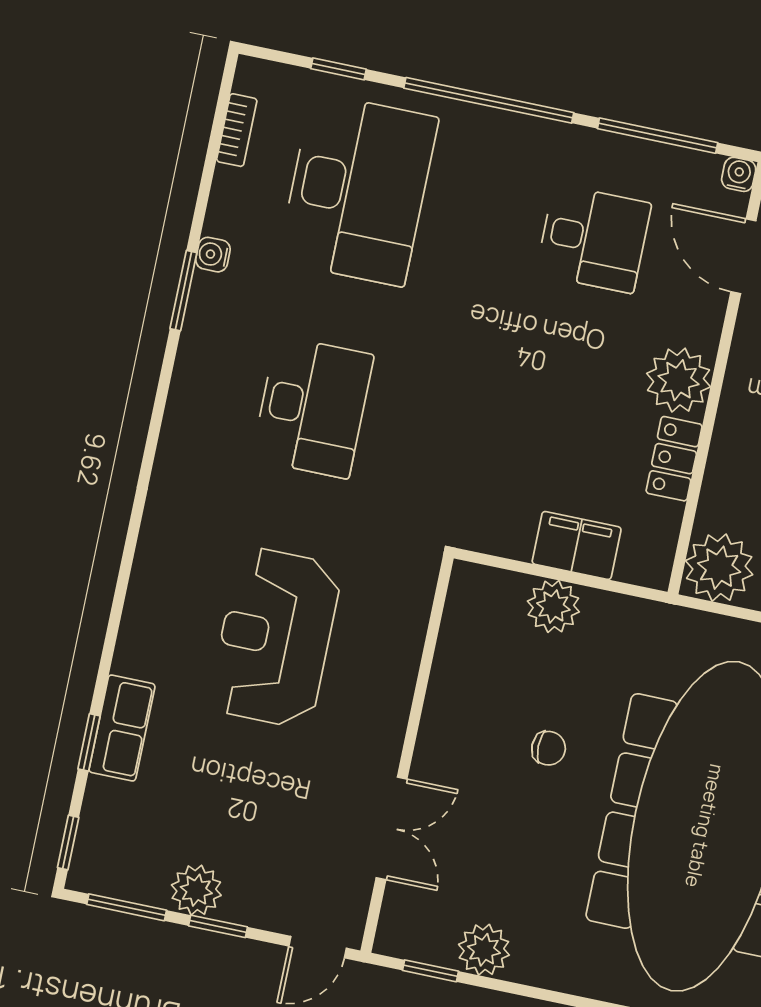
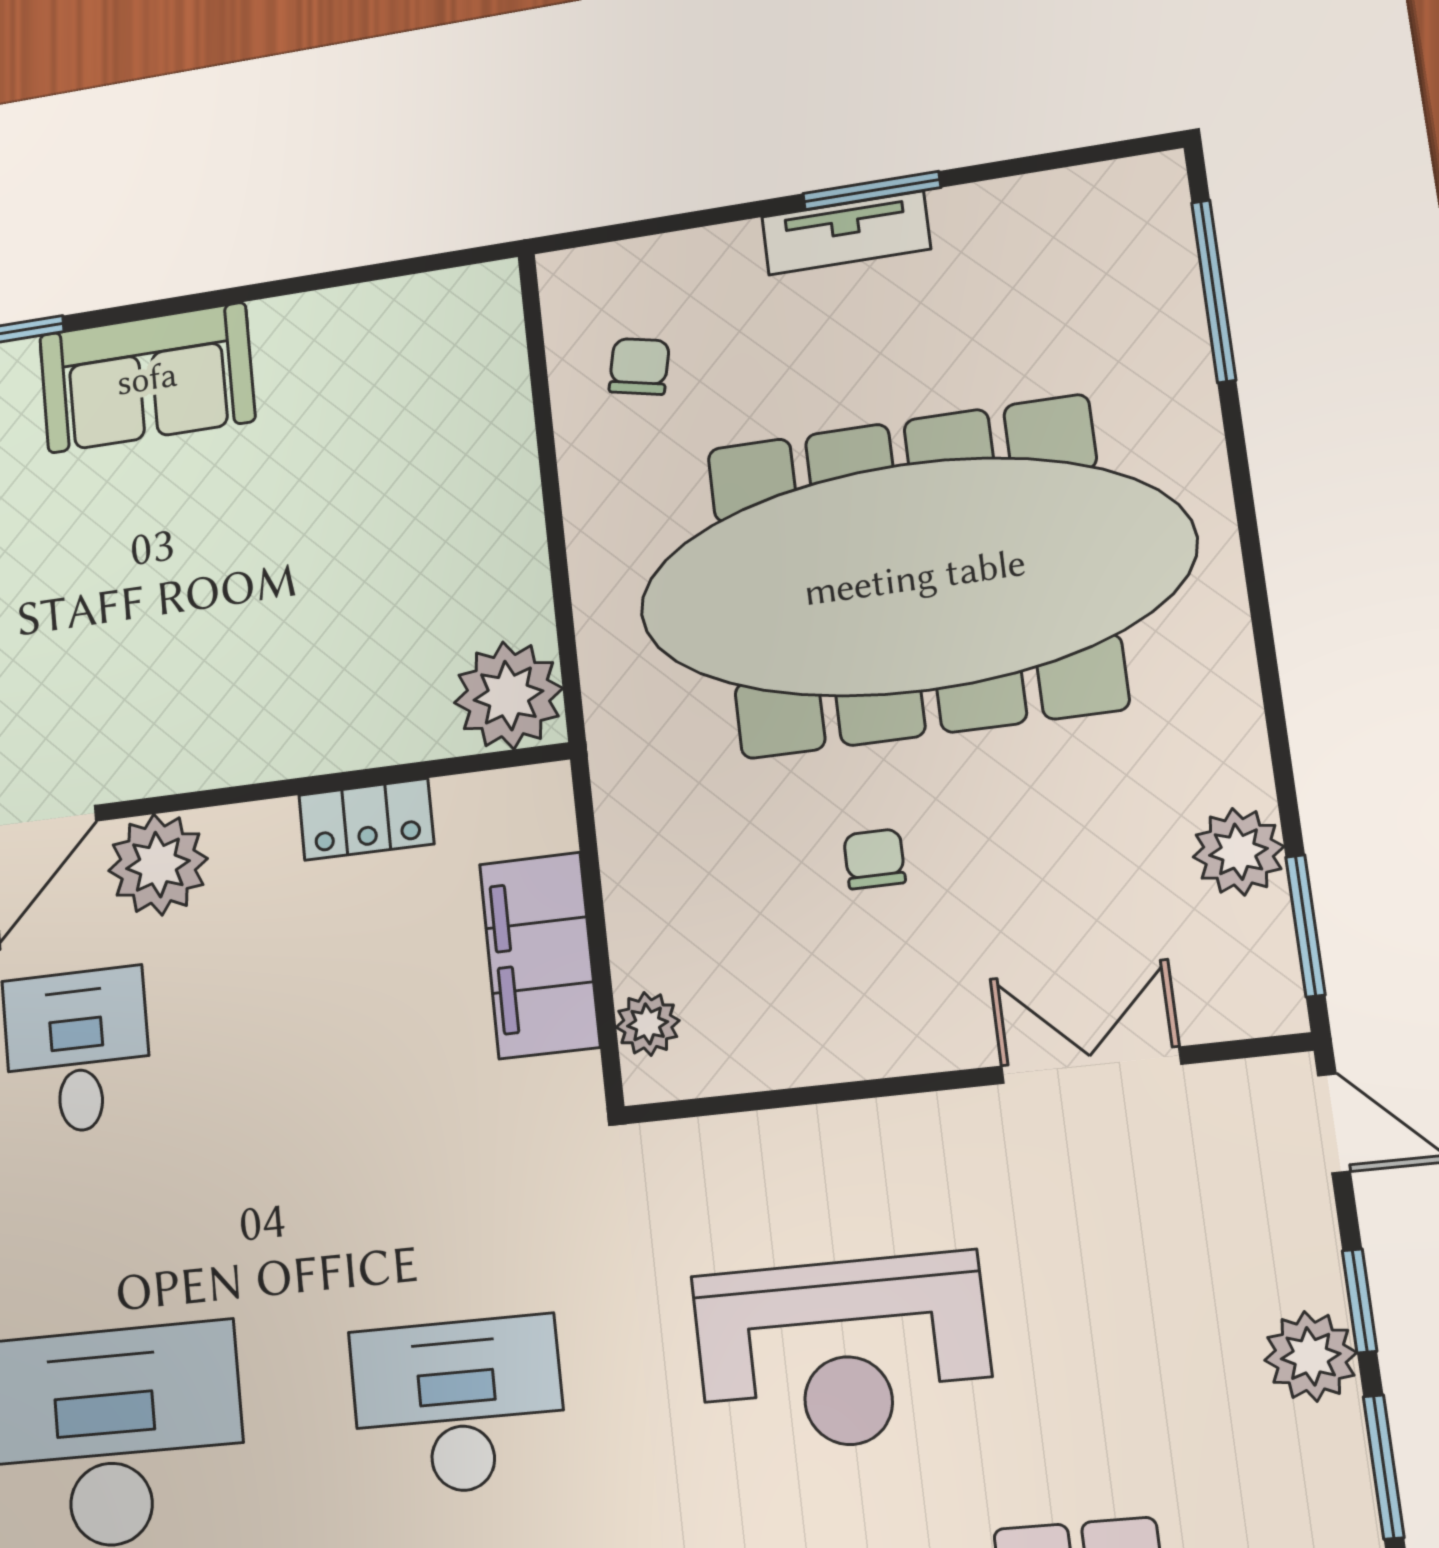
plant: (679, 380) -> (158, 865), moved
filing cabinet: (577, 545) -> (540, 955), width x1.50, depth x1.17
plant: (553, 607) -> (648, 1024), moved, width x0.73, depth x0.73
window: (431, 971) -> (1305, 926), width x1.50

